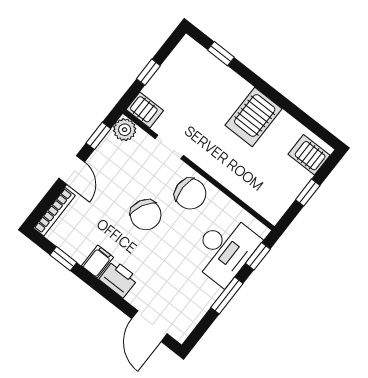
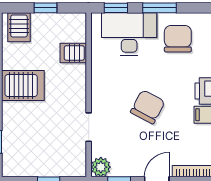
server rack: (145, 110) -> (73, 53), moved, turned -90
chair: (190, 194) -> (178, 39), moved

